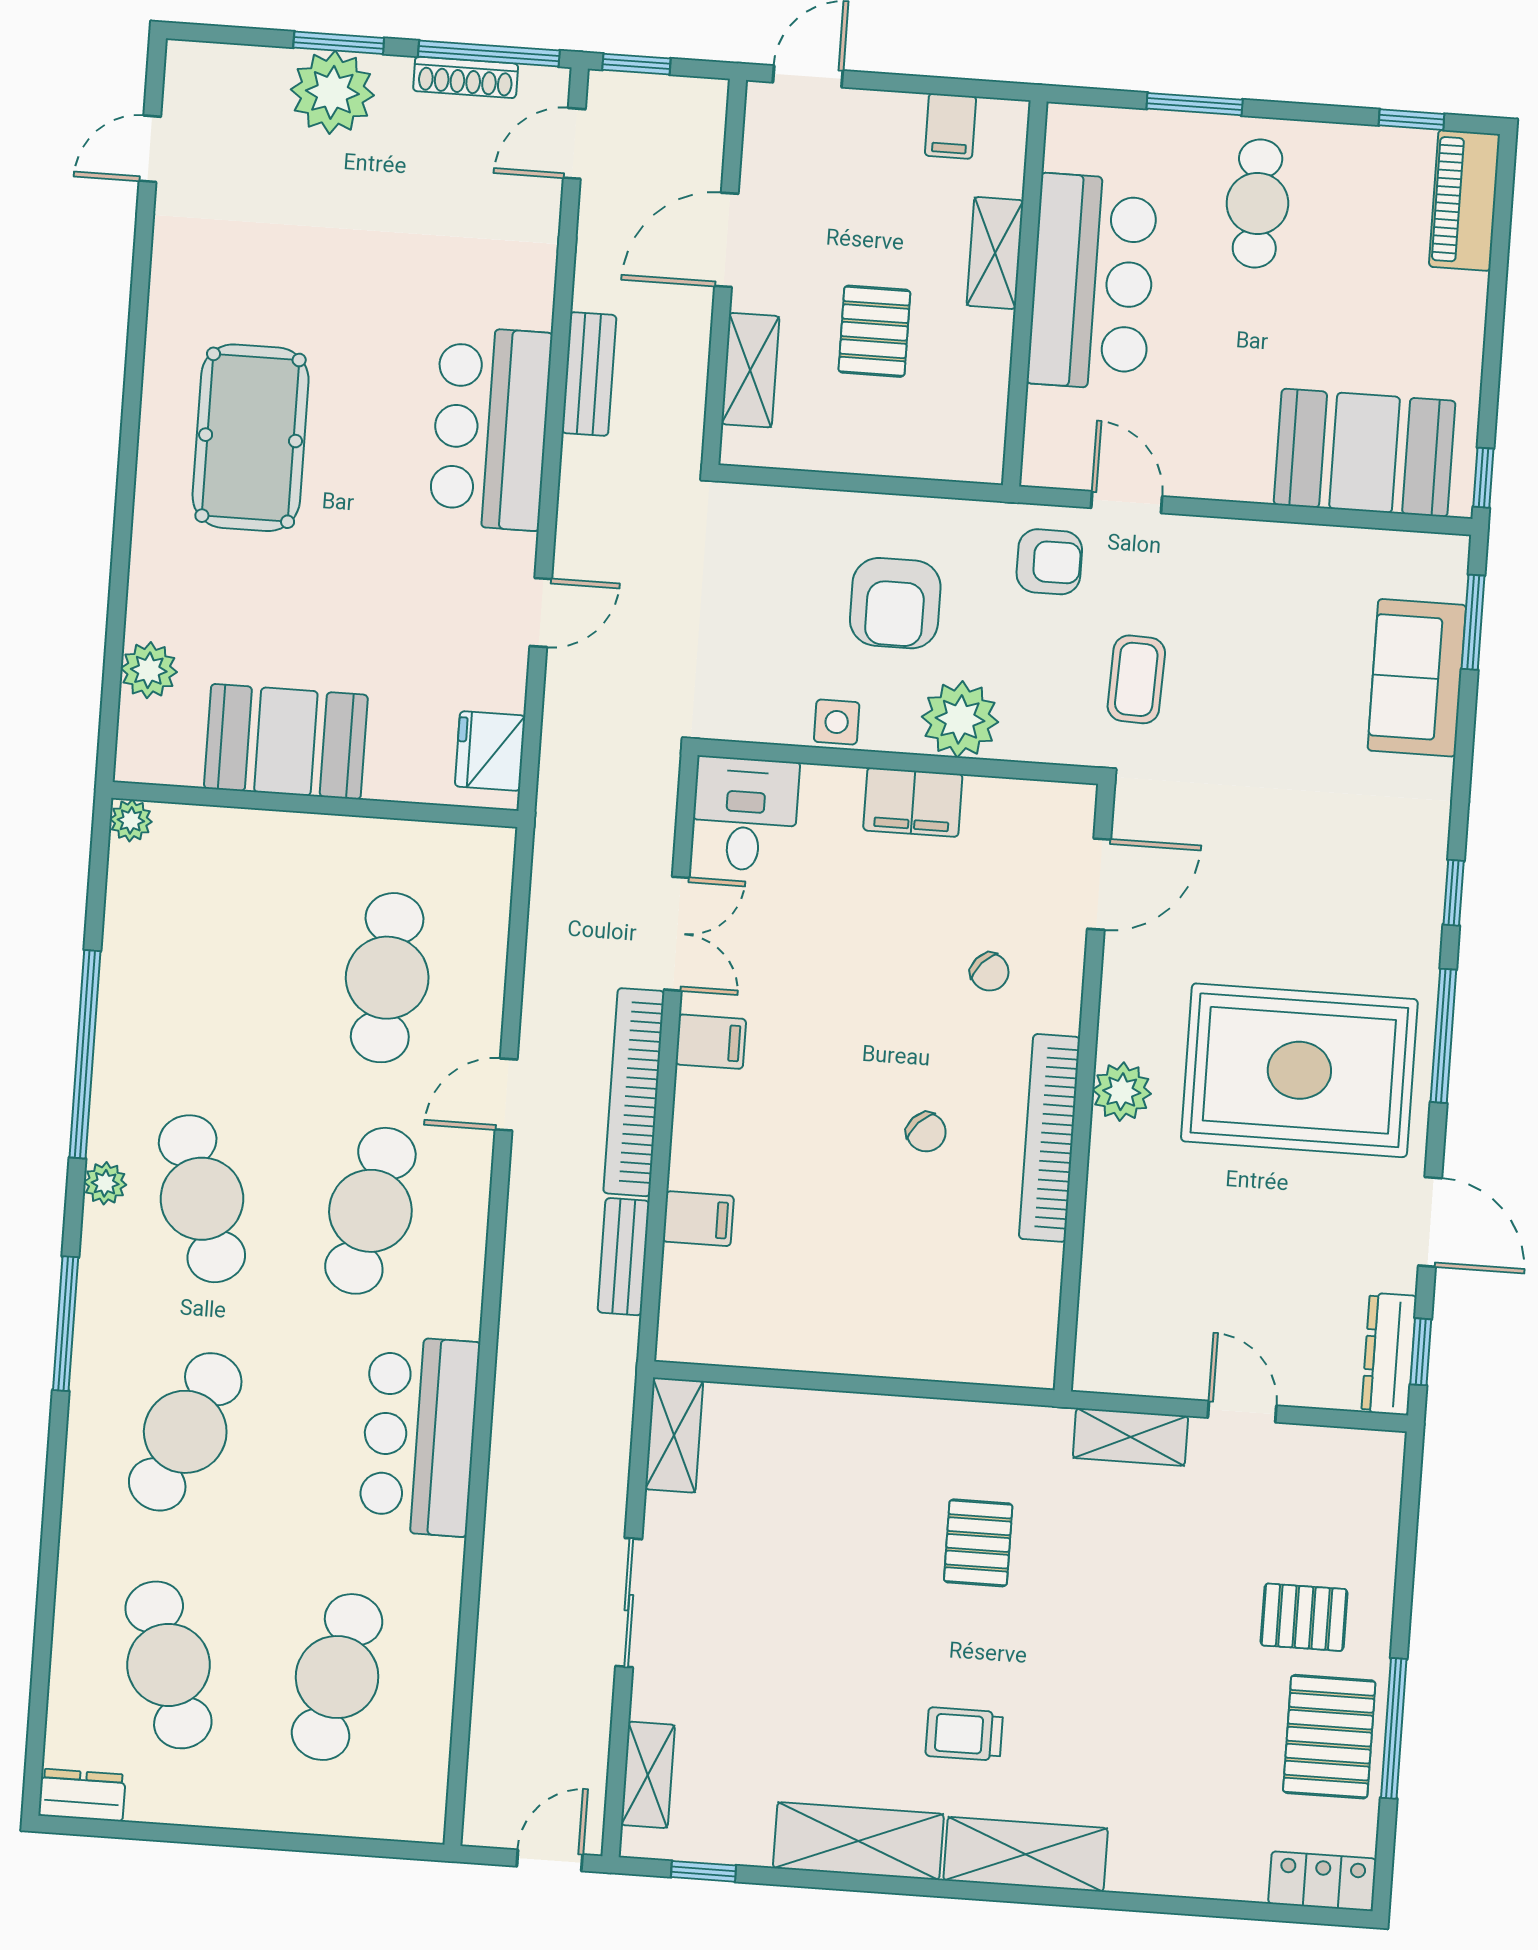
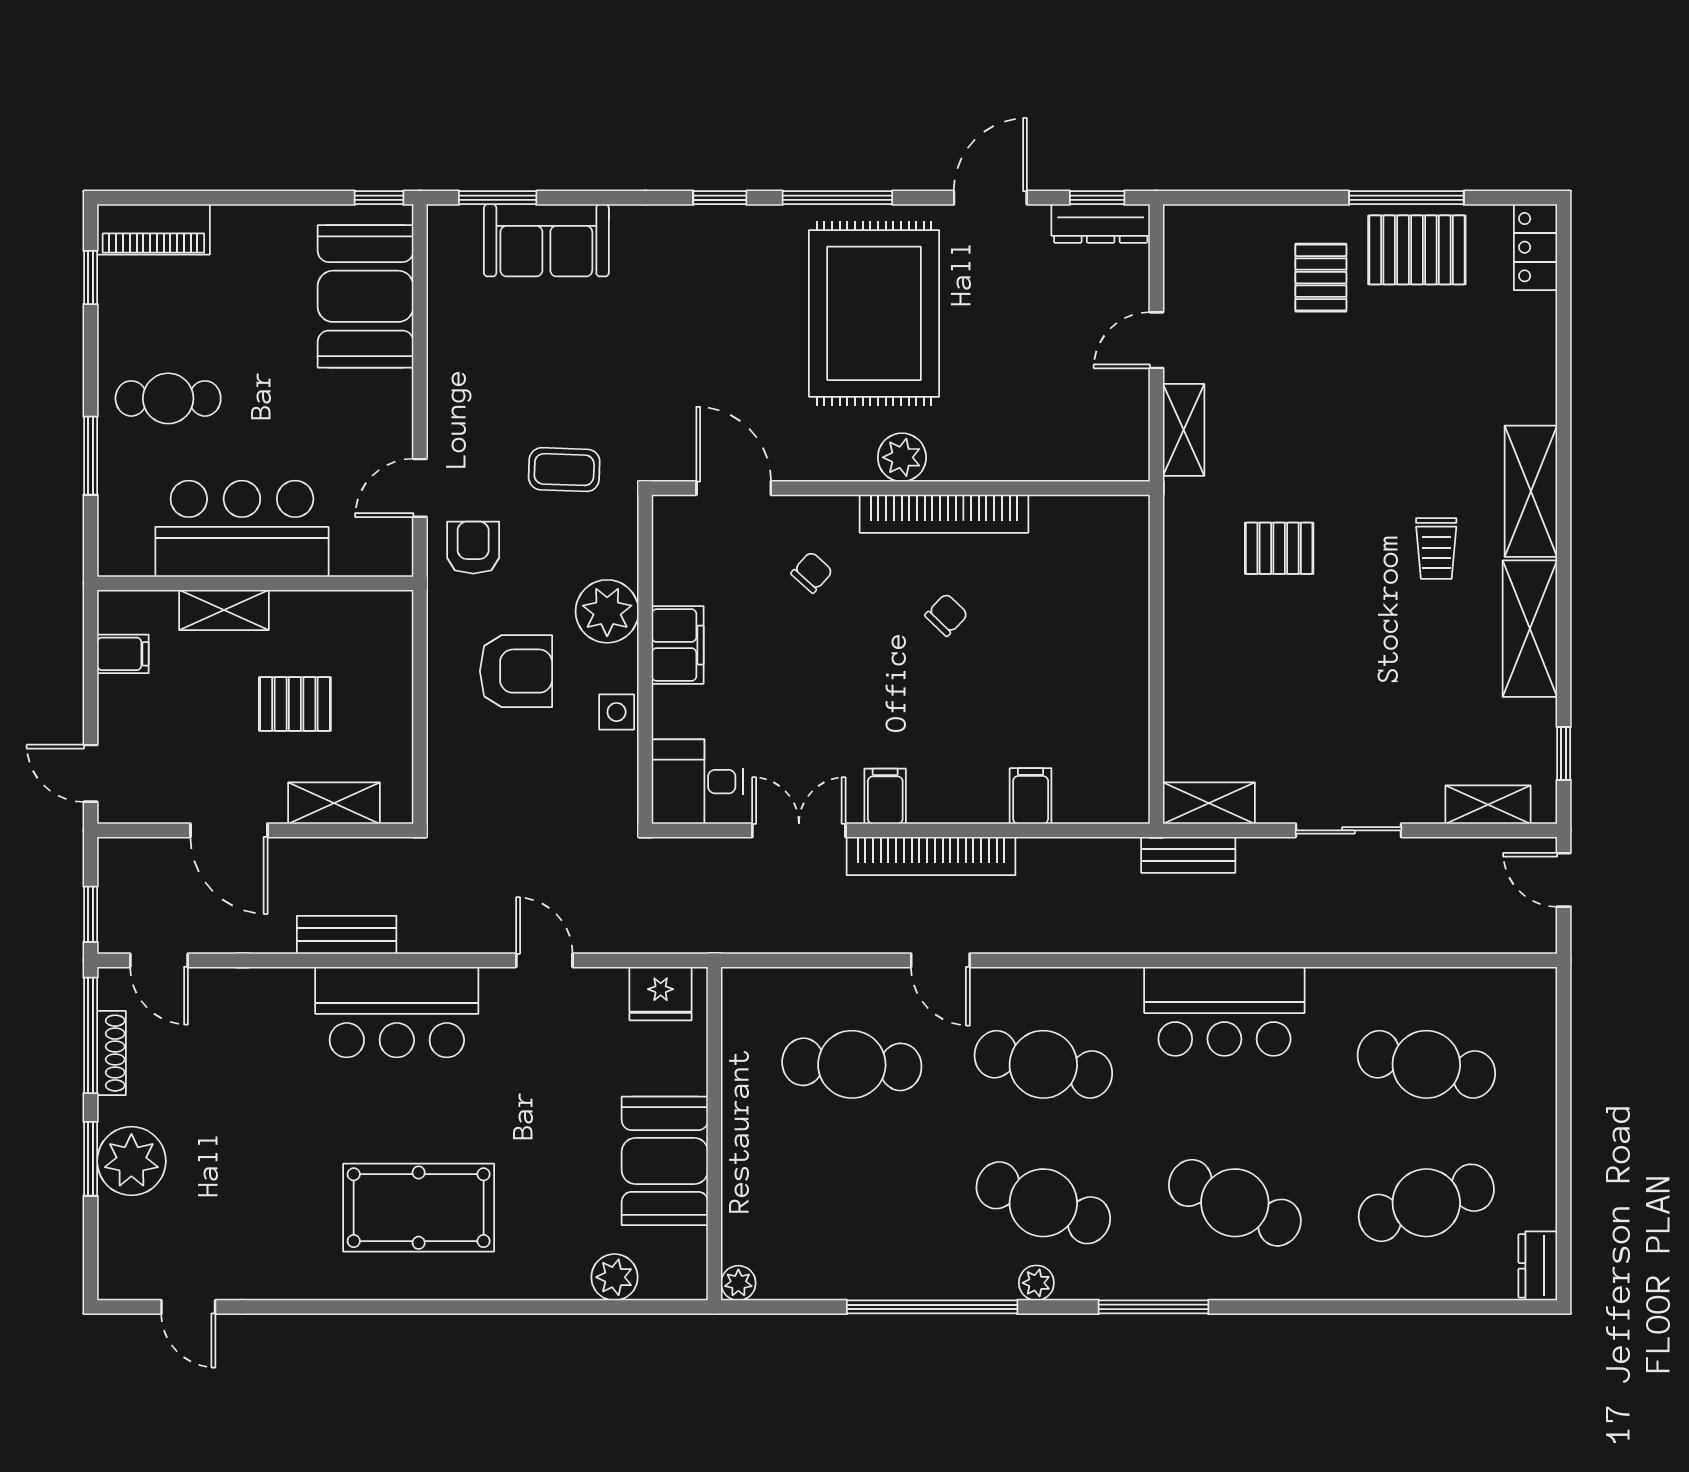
cafe table: (202, 1199) -> (1043, 1203), turned 39
bench: (624, 1257) -> (1188, 855), moved

